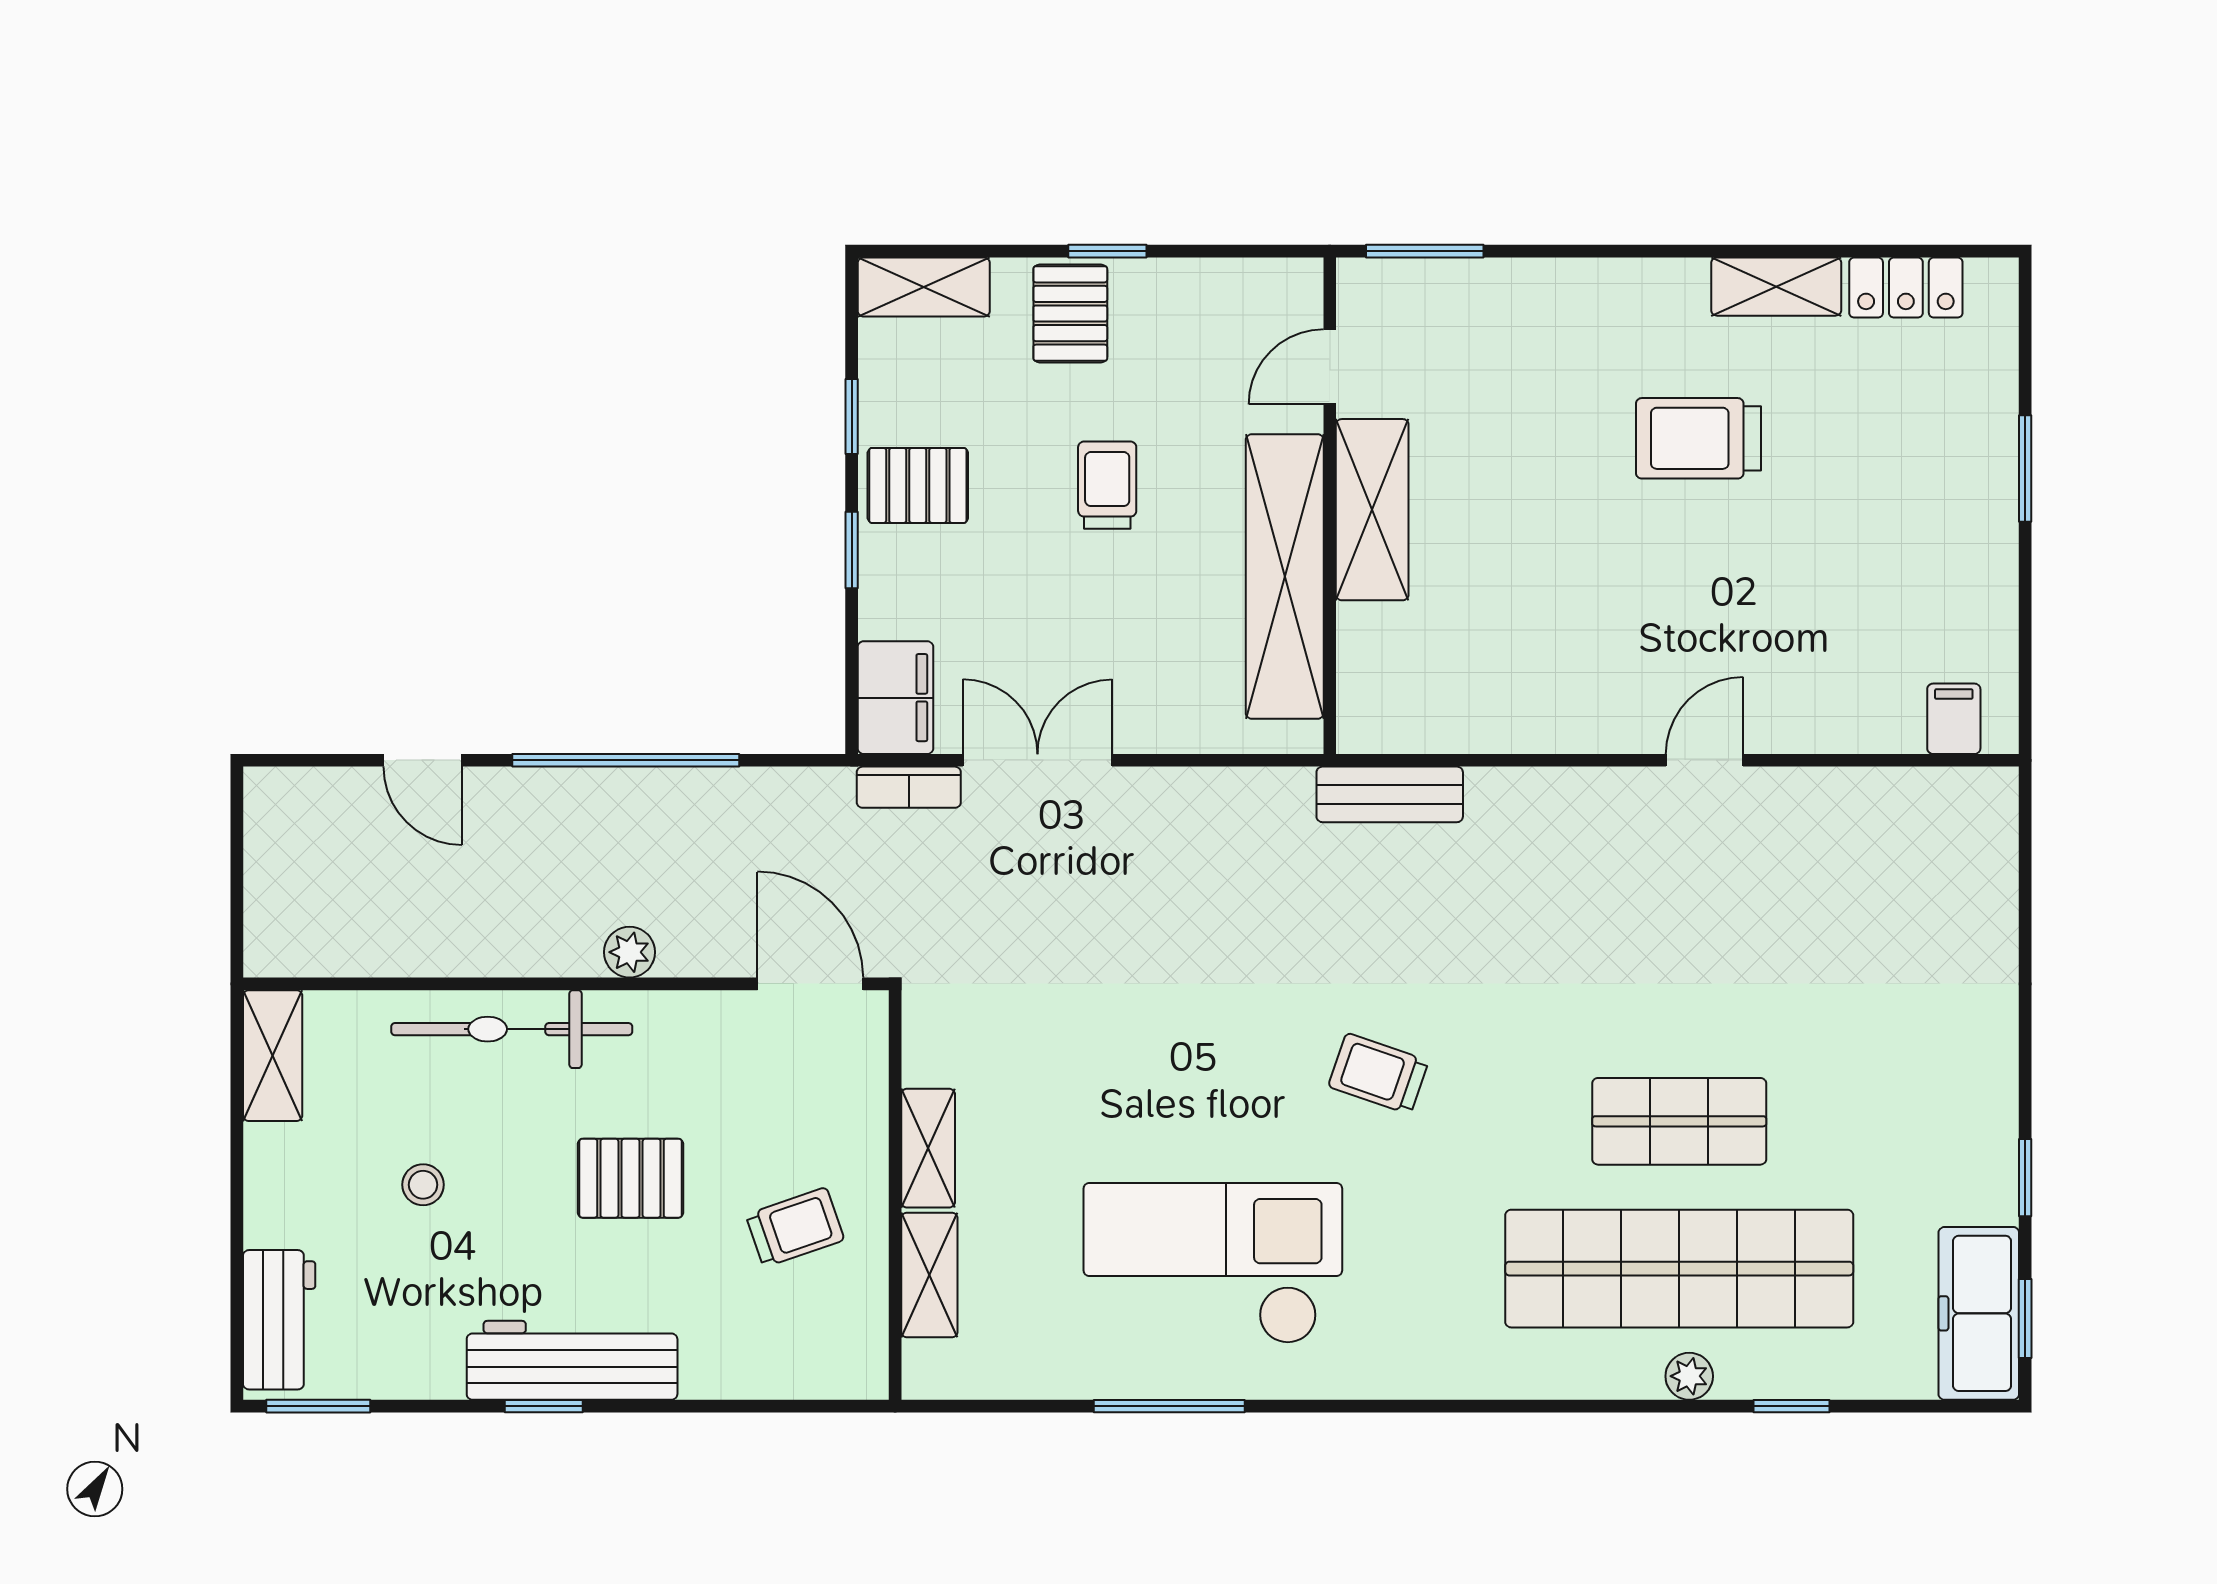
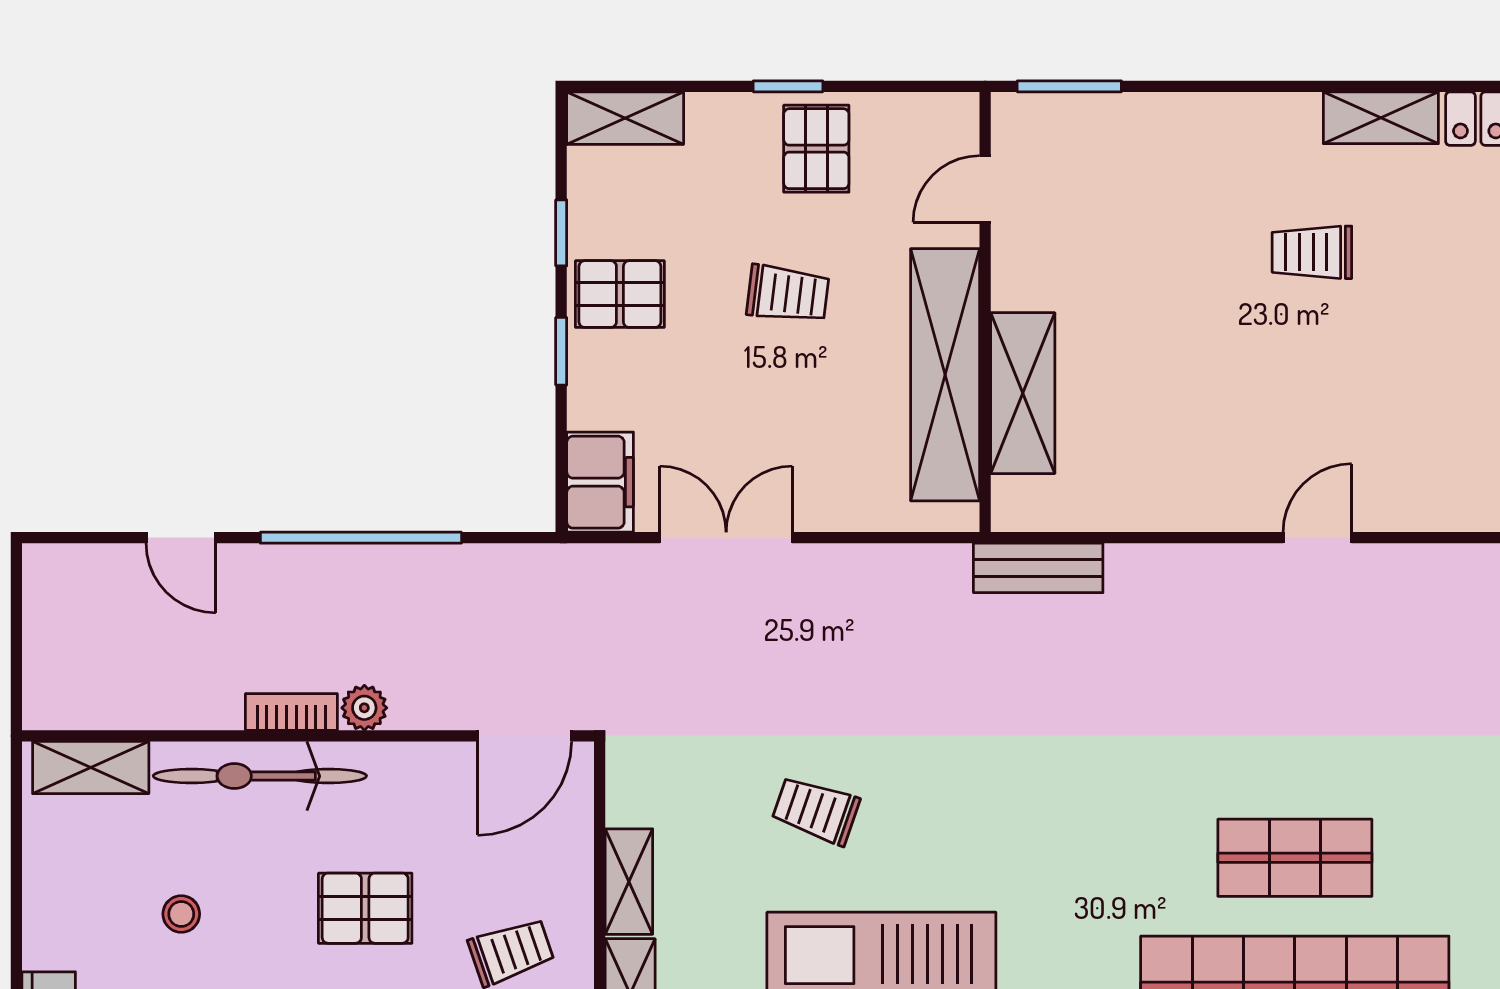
pallet: (1070, 313) -> (816, 149), moved
trolley: (1698, 438) -> (1312, 252), width x0.73, depth x0.72
trolley: (1107, 485) -> (788, 294), turned 97
shelving: (1372, 510) -> (1023, 393), moved
bookcase: (909, 787) -> (291, 712), moved, turned 180
door: (810, 984) -> (525, 736), swing flipped
shelving: (273, 1056) -> (91, 768), moved, turned 90
trolley: (1378, 1074) -> (816, 810), moved

